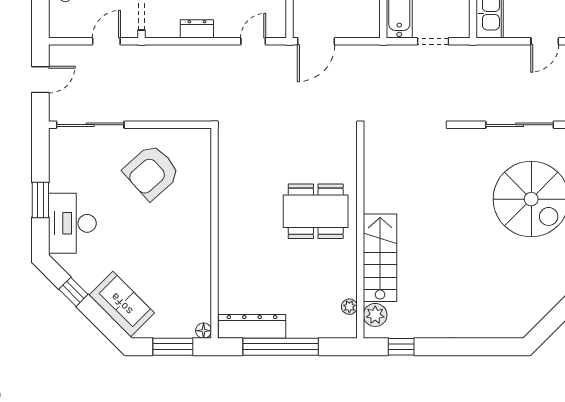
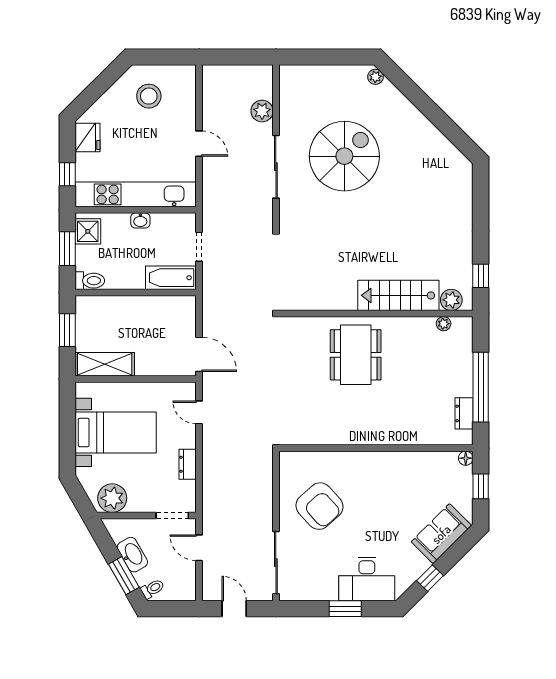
dresser: (252, 326) -> (464, 413), width x0.51, depth x0.80
window: (173, 347) -> (481, 486), width x0.67

